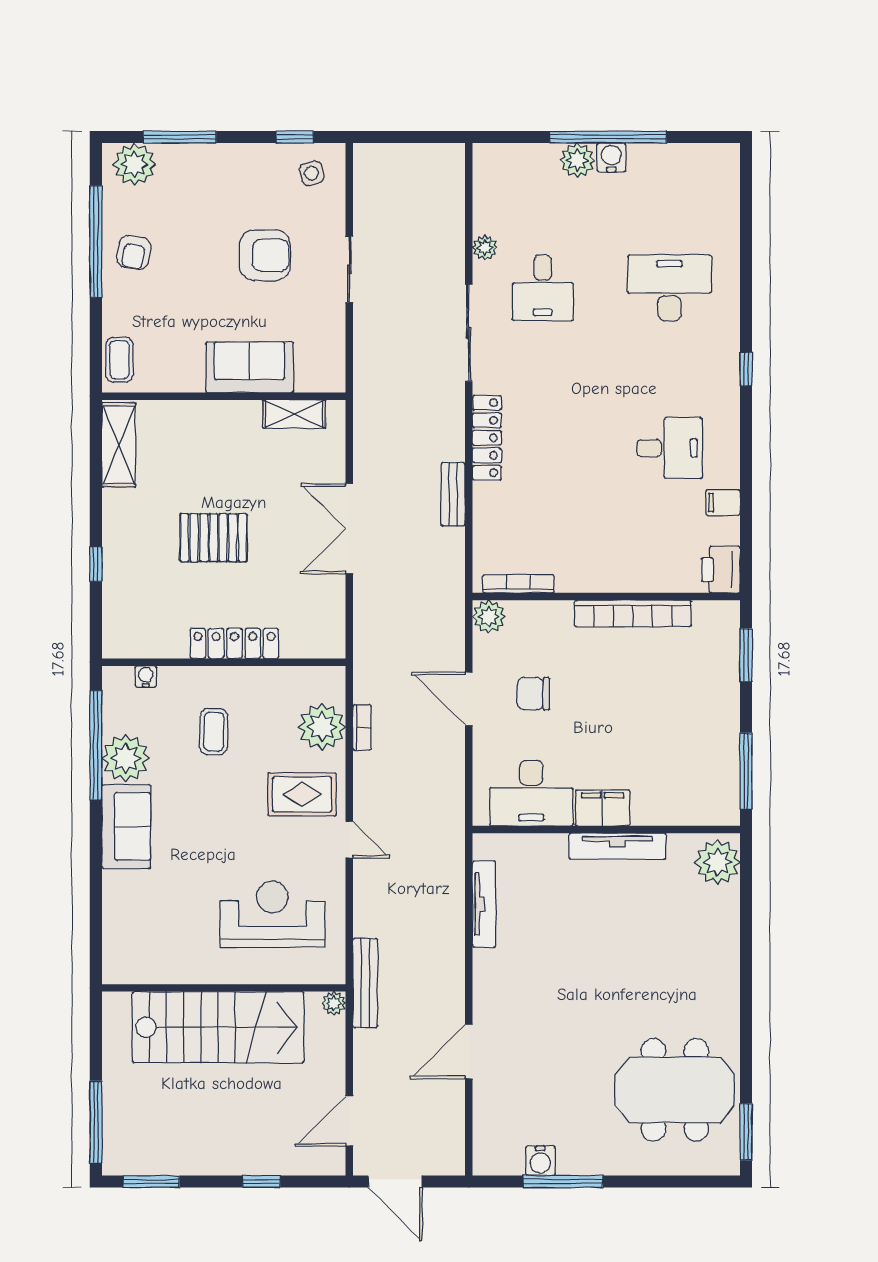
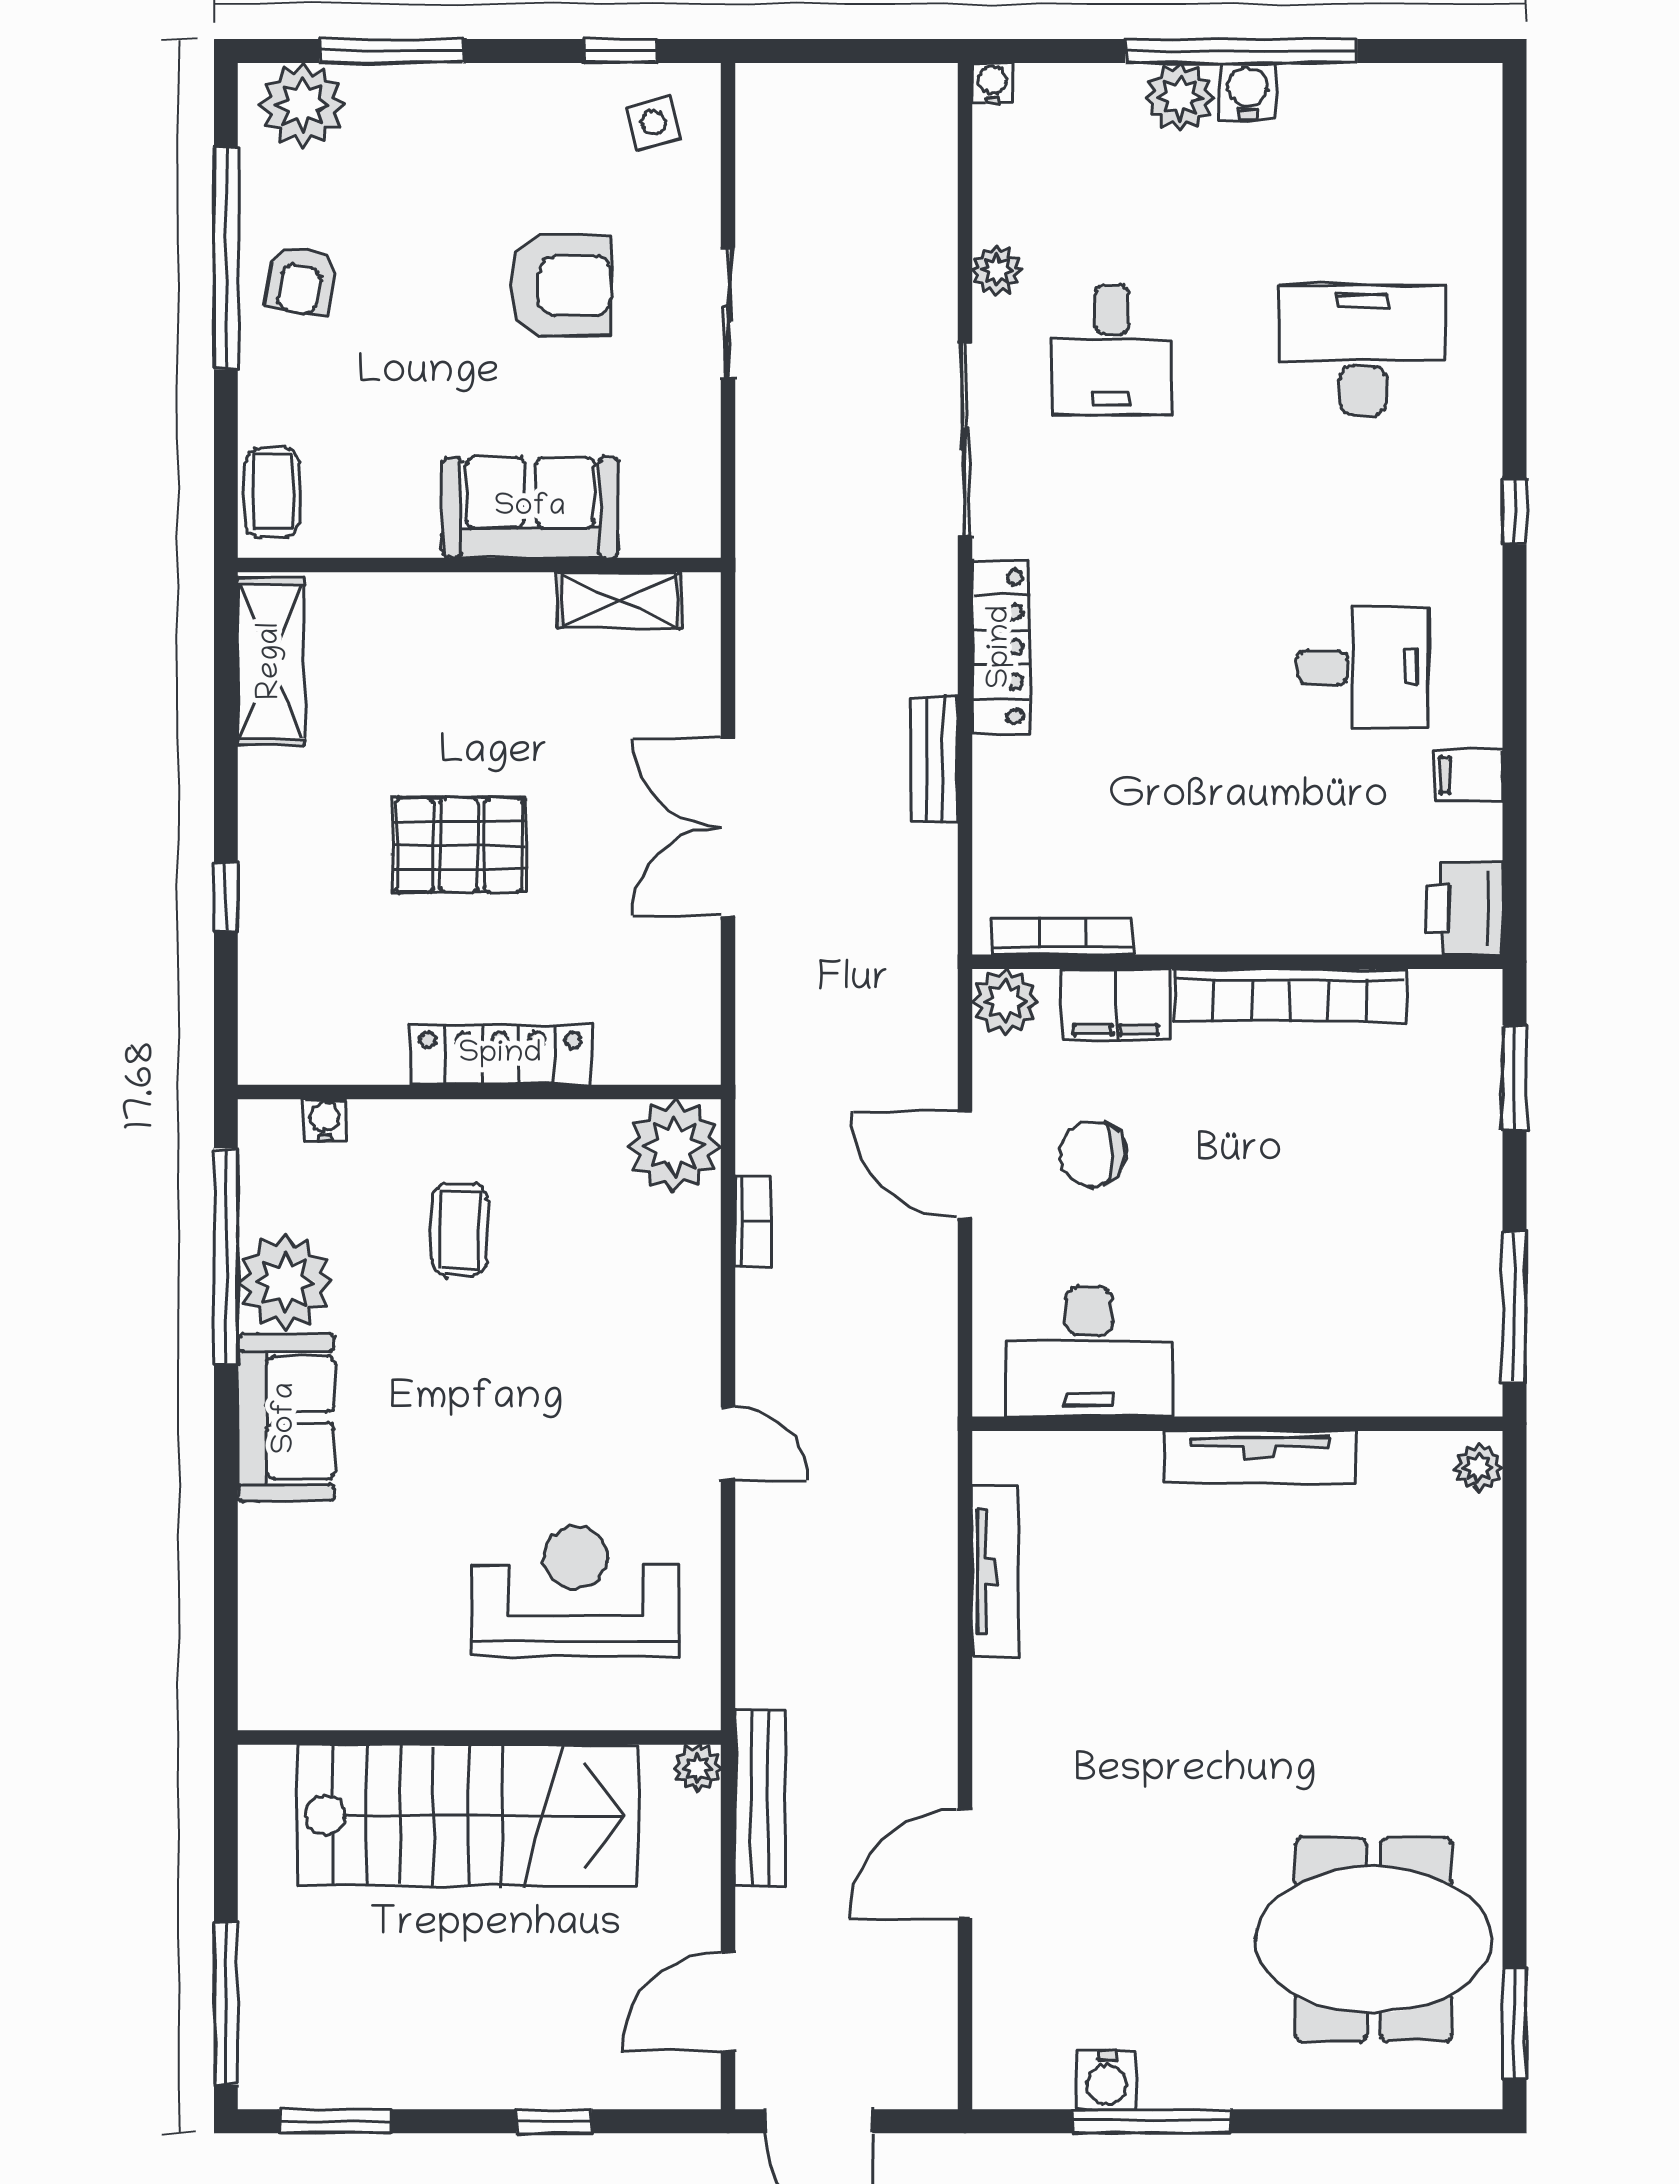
water cooler: (483, 153) -> (992, 83), added
plant: (322, 727) -> (674, 1146), moved
rug: (302, 794) -> (635, 1354), removed
filing cabinet: (603, 808) -> (1116, 1005), moved, turned 180
plant: (718, 862) -> (1479, 1467), width x0.53, depth x0.53
bench: (365, 983) -> (760, 1797), moved

